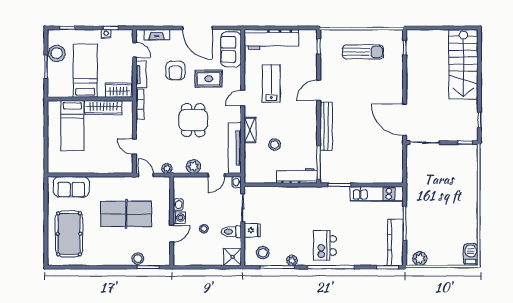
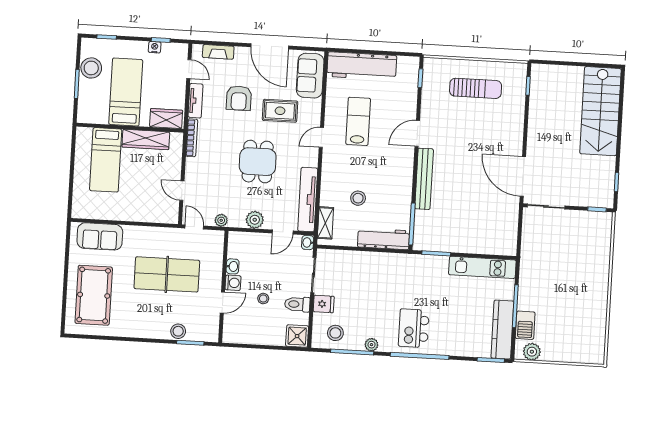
shelving: (250, 130) -> (325, 223), moved
barbecue: (471, 255) -> (525, 325), moved, turned 180

